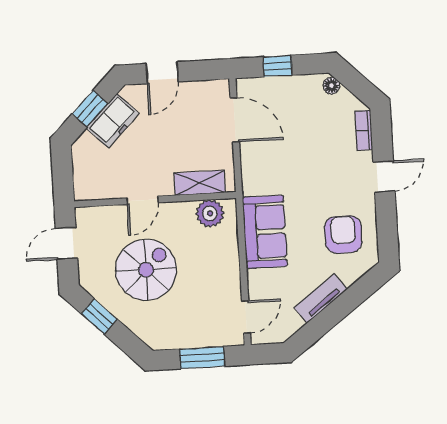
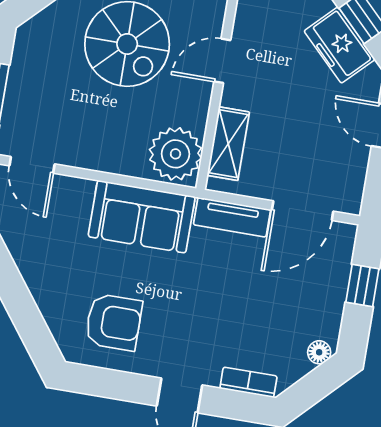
door: (143, 200) -> (222, 61), hinge flipped
plant: (210, 213) -> (175, 154), width x1.36, depth x1.36
tv unit: (321, 299) -> (232, 217), moved, turned 127

